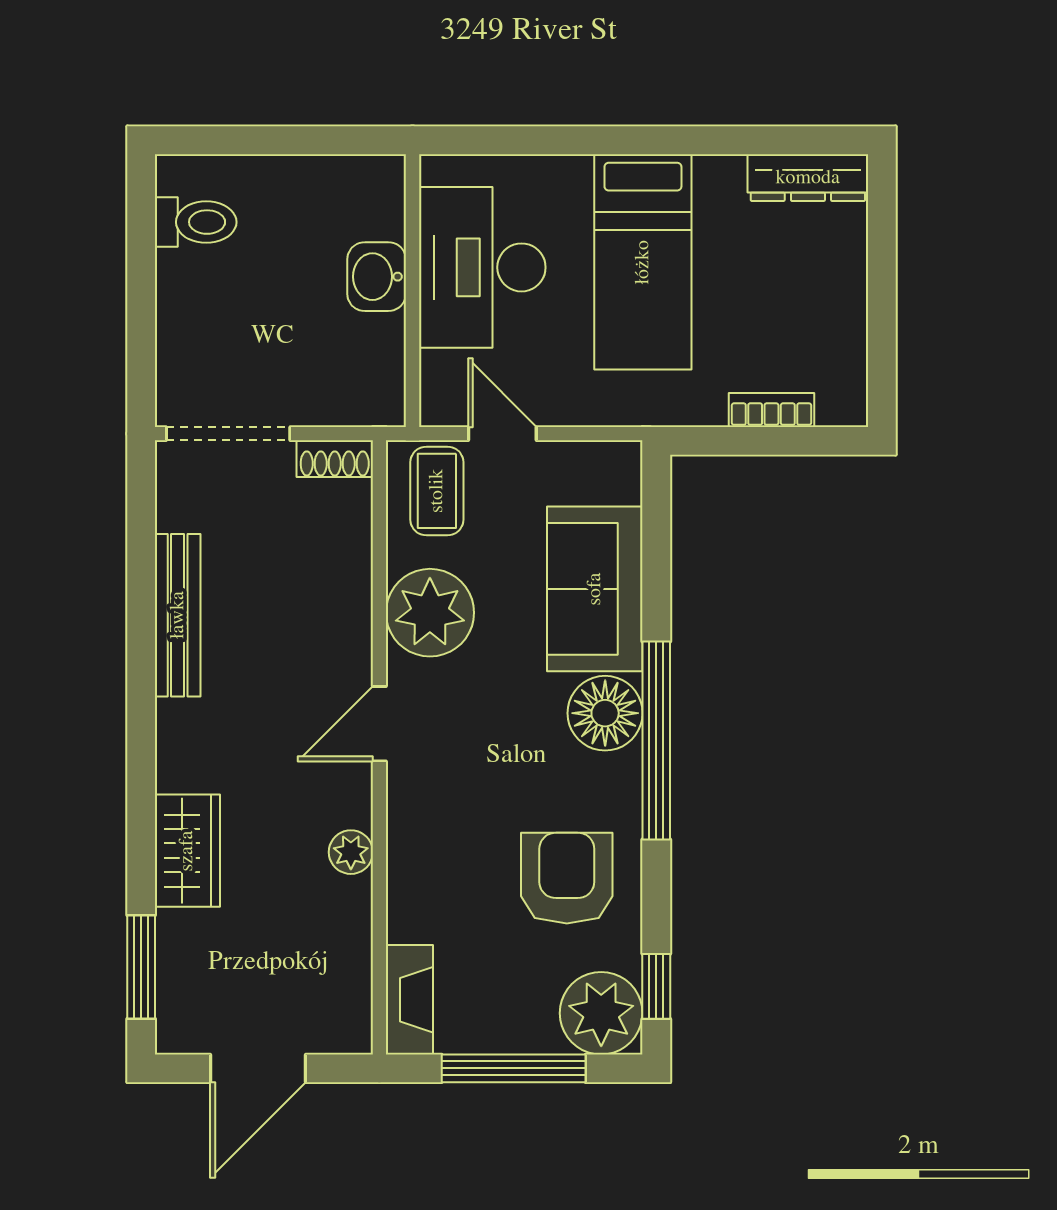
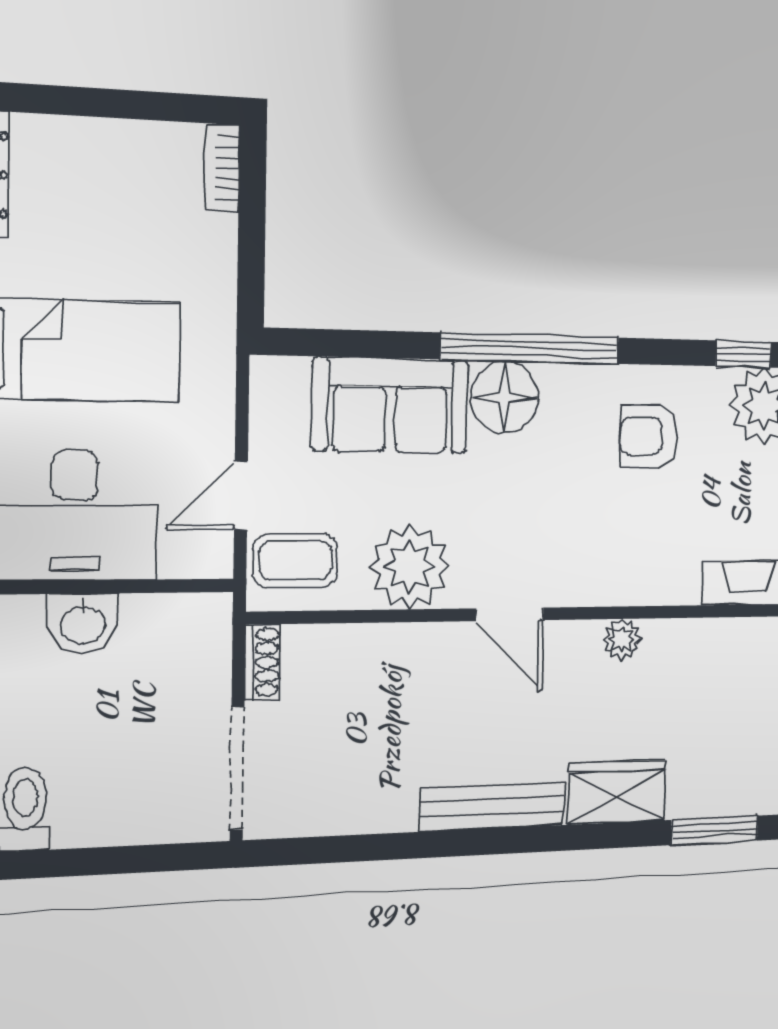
bookcase: (771, 410) -> (222, 168), moved
bench: (178, 615) -> (492, 807), moved
armchair: (567, 878) -> (649, 436), width x0.72, depth x0.72

